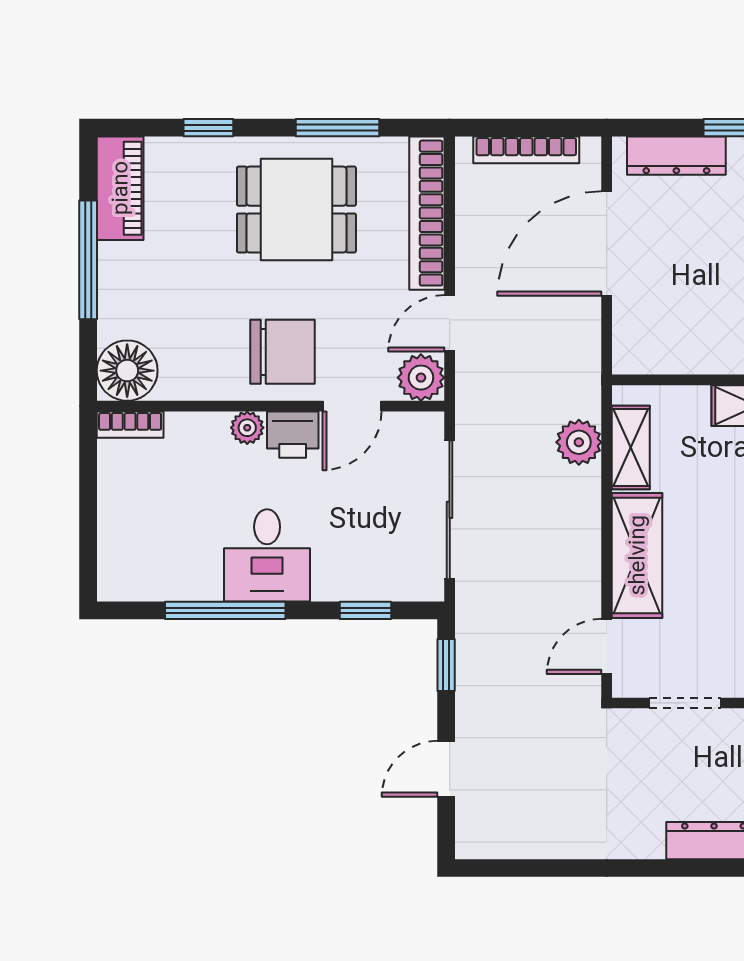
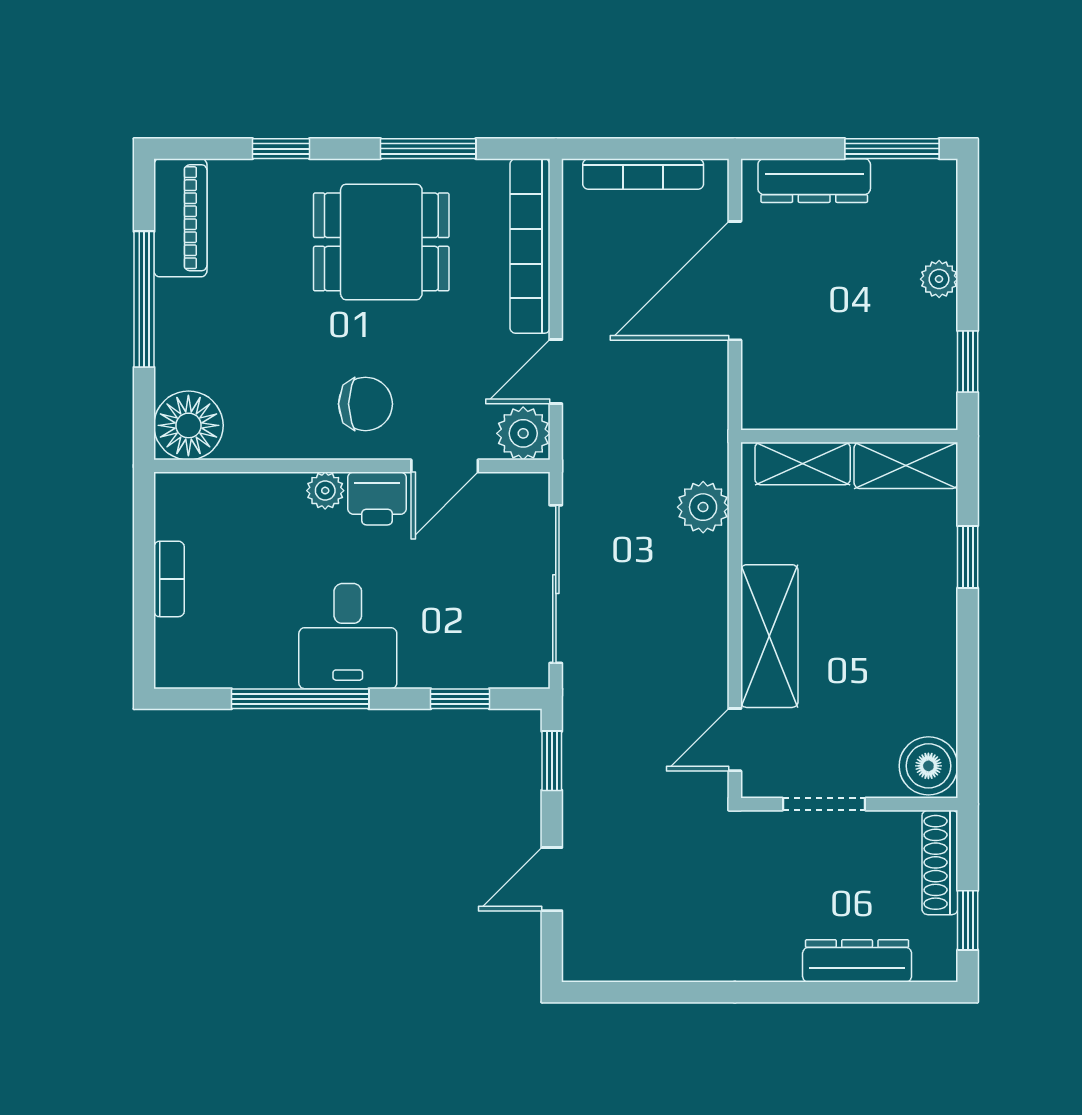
chair: (283, 352) -> (365, 404), width x0.73, depth x0.73
bookcase: (130, 425) -> (169, 579), moved, turned -90
shelving: (631, 447) -> (803, 463), moved, turned 90

